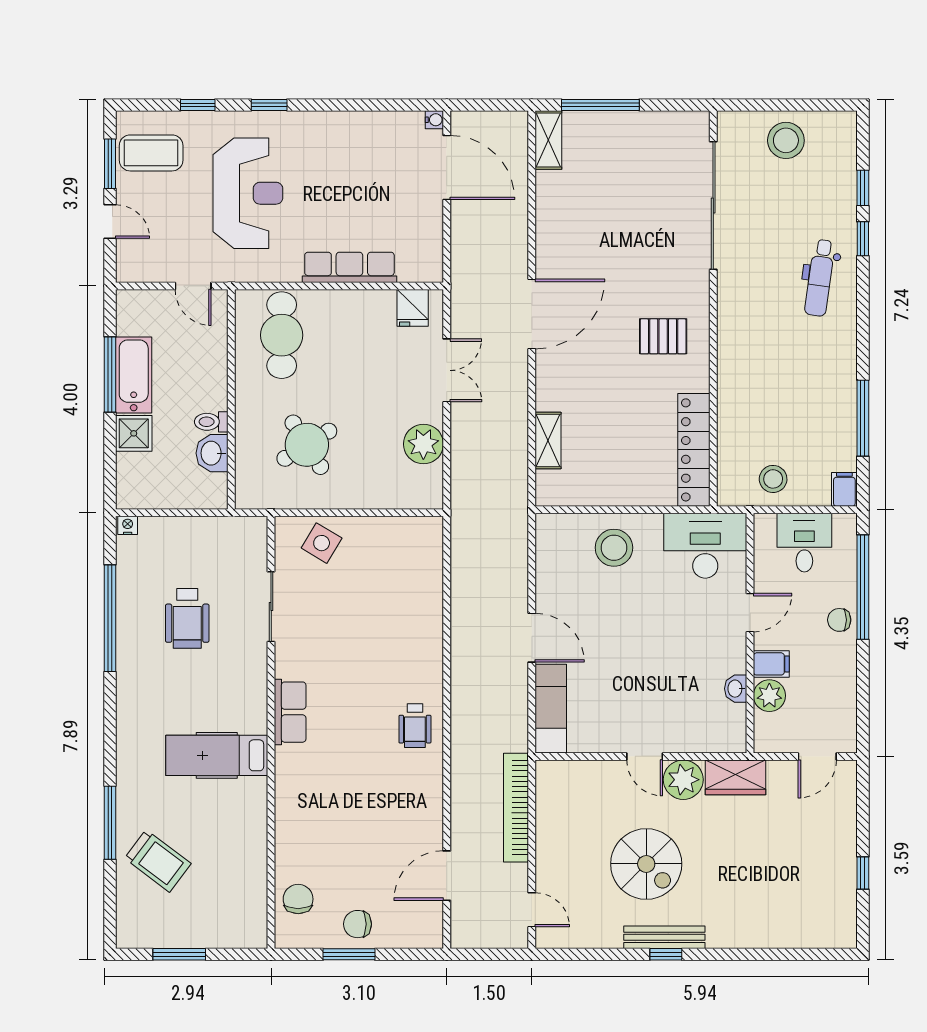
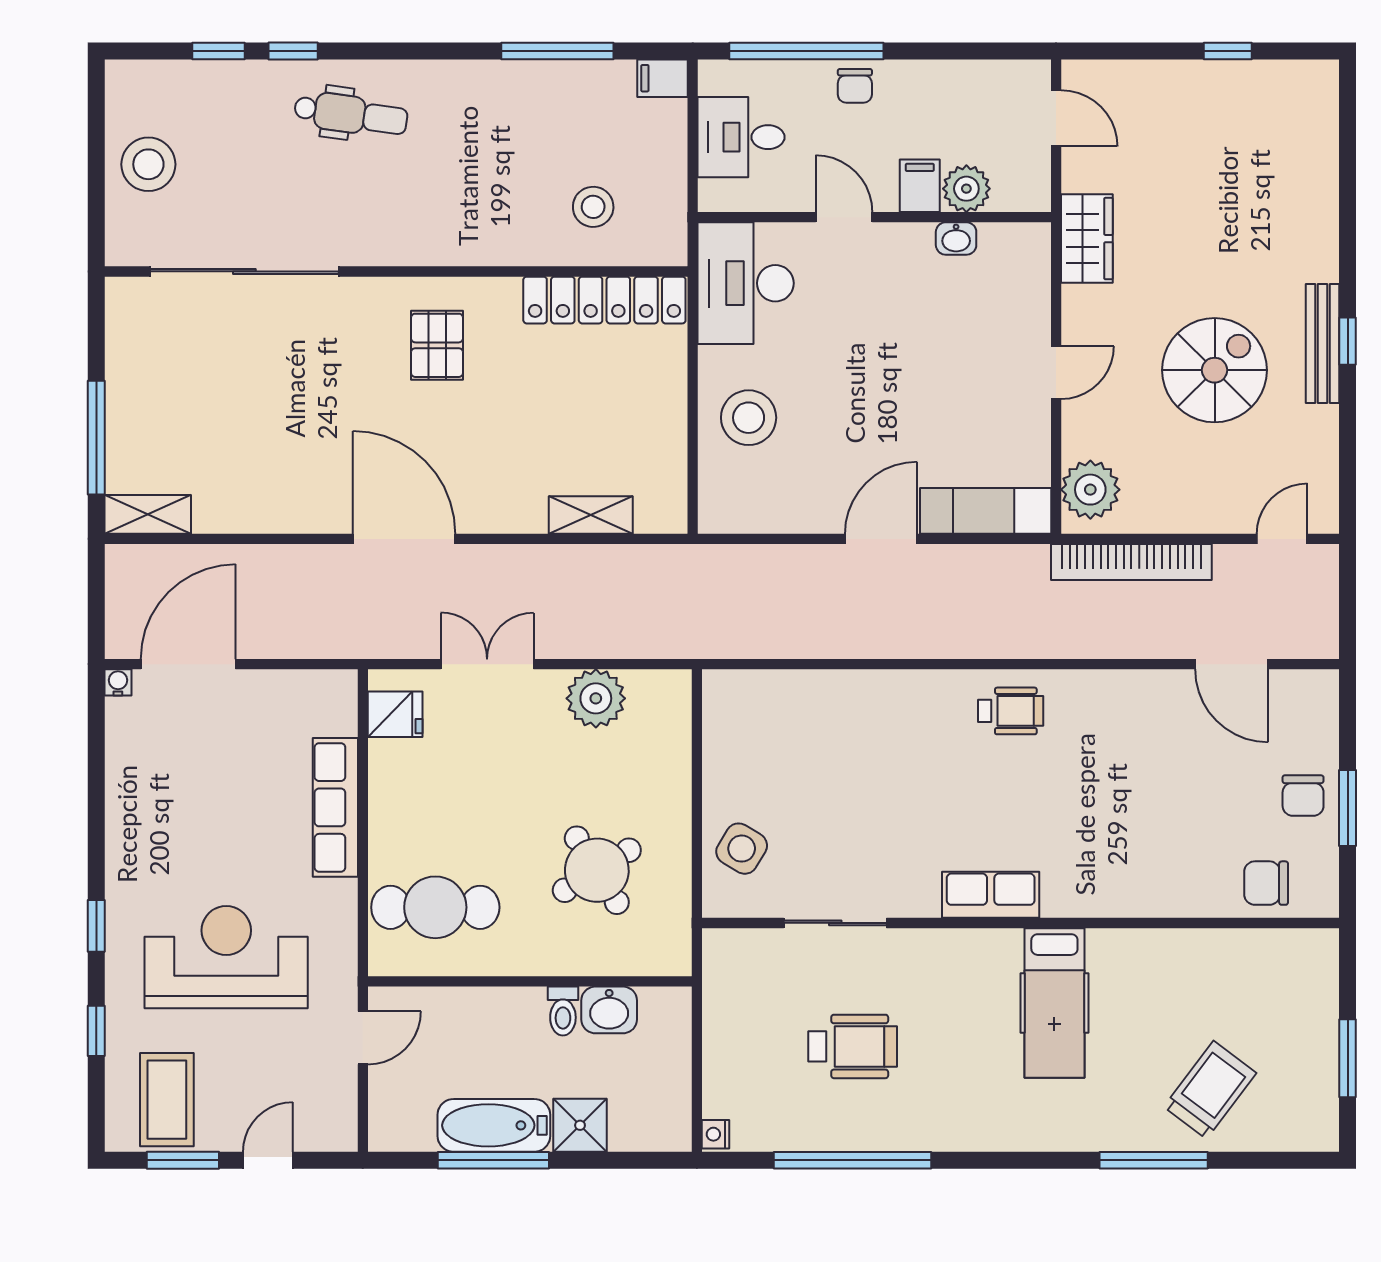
stool: (773, 479) -> (593, 207), moved
plant: (683, 780) -> (1090, 490), moved

